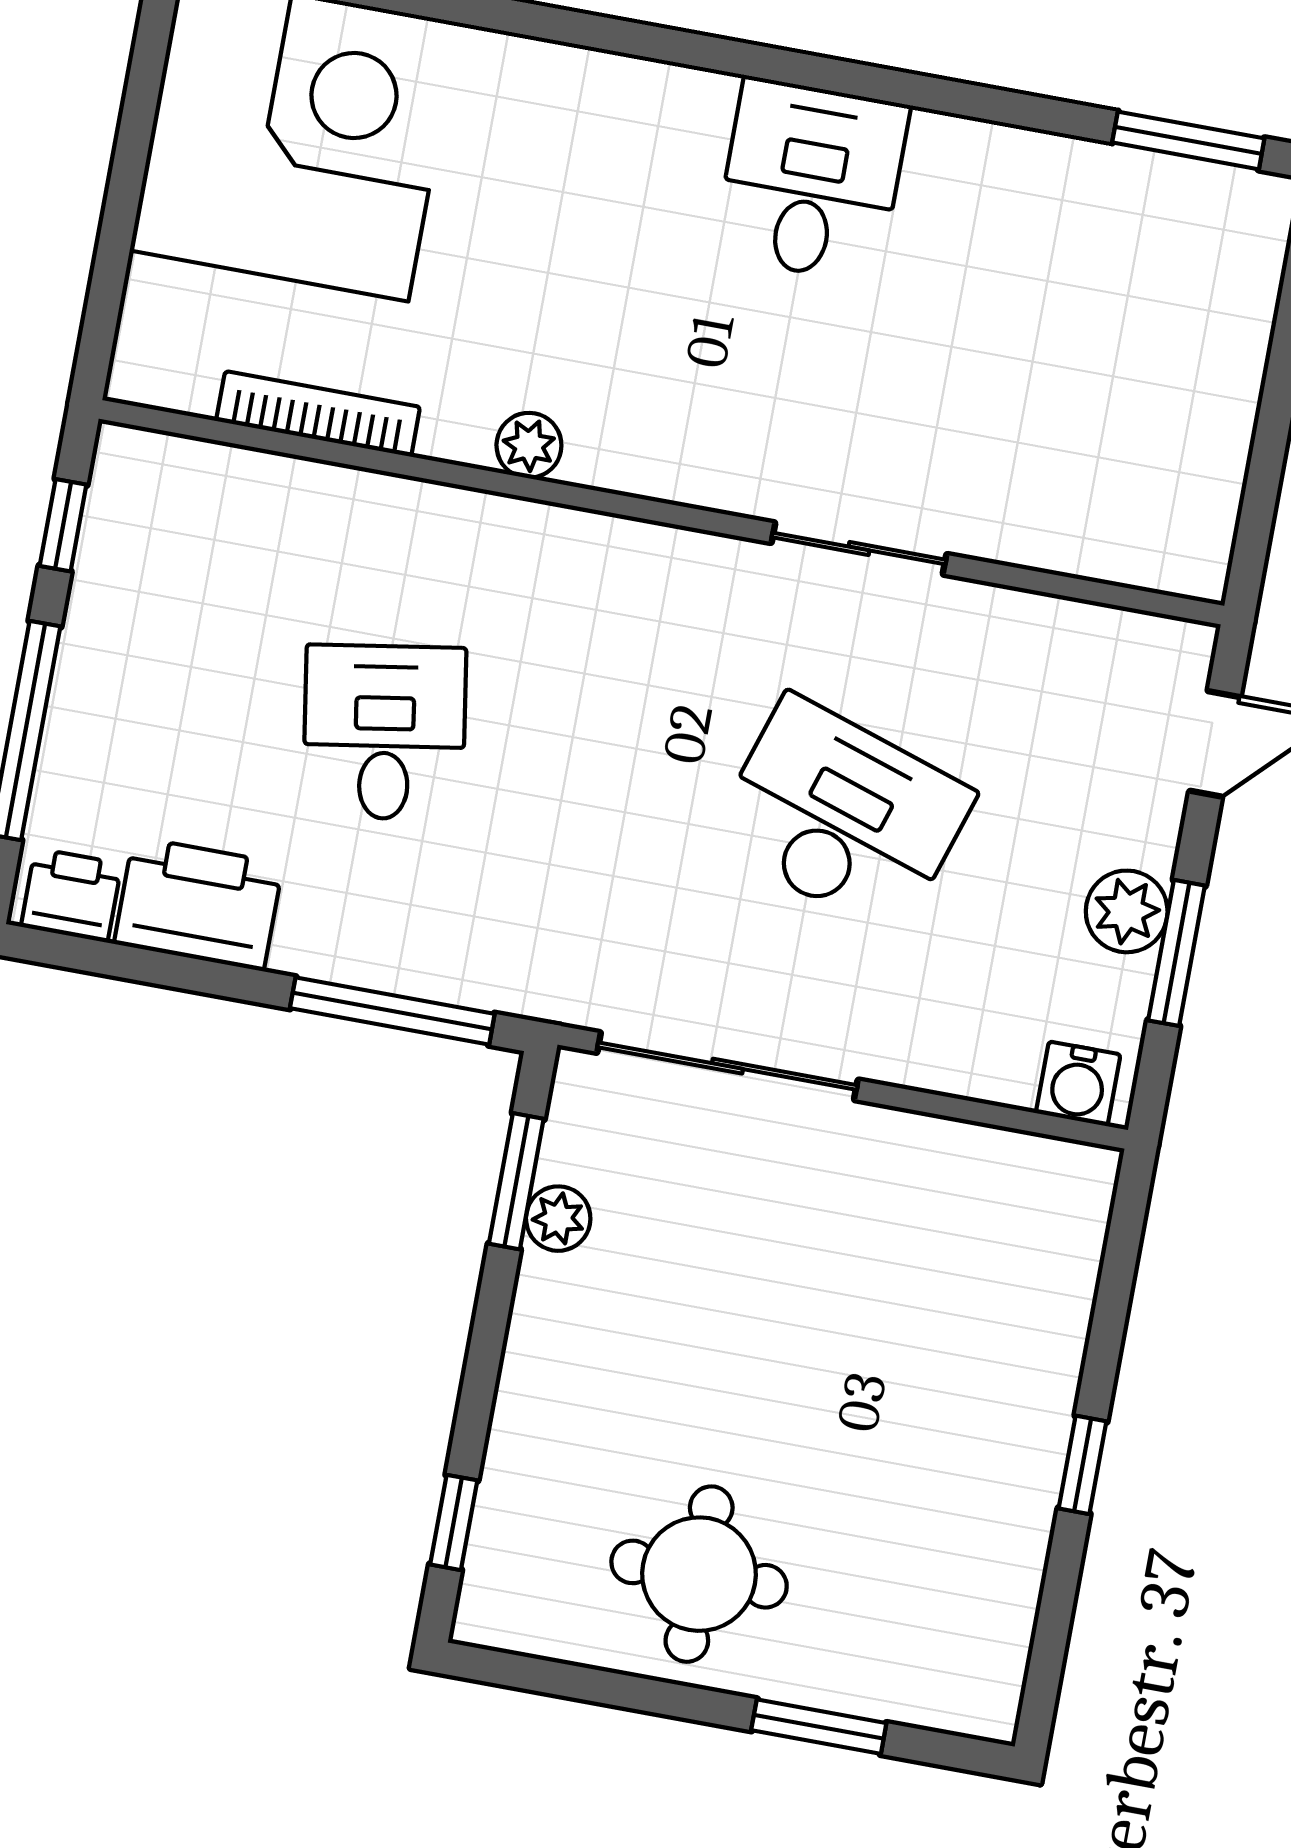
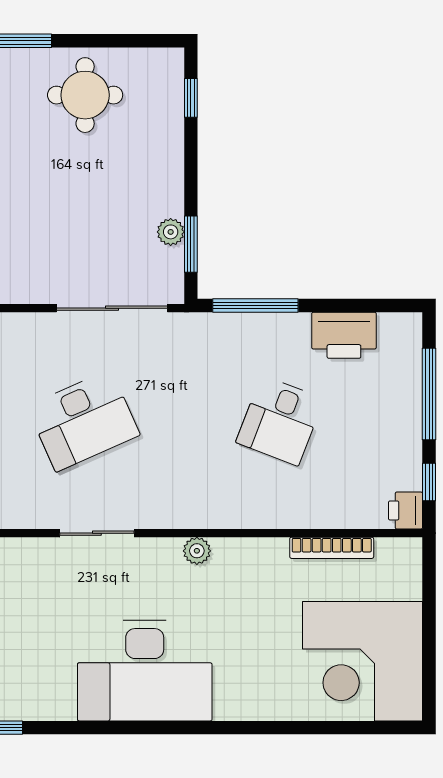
desk: (811, 180) -> (145, 671), width x1.87, depth x1.30
plant: (529, 445) -> (197, 551), moved
desk: (385, 732) -> (280, 421), turned 30
desk: (842, 816) -> (83, 421), turned -42
printer: (71, 895) -> (406, 510), moved, turned 90

